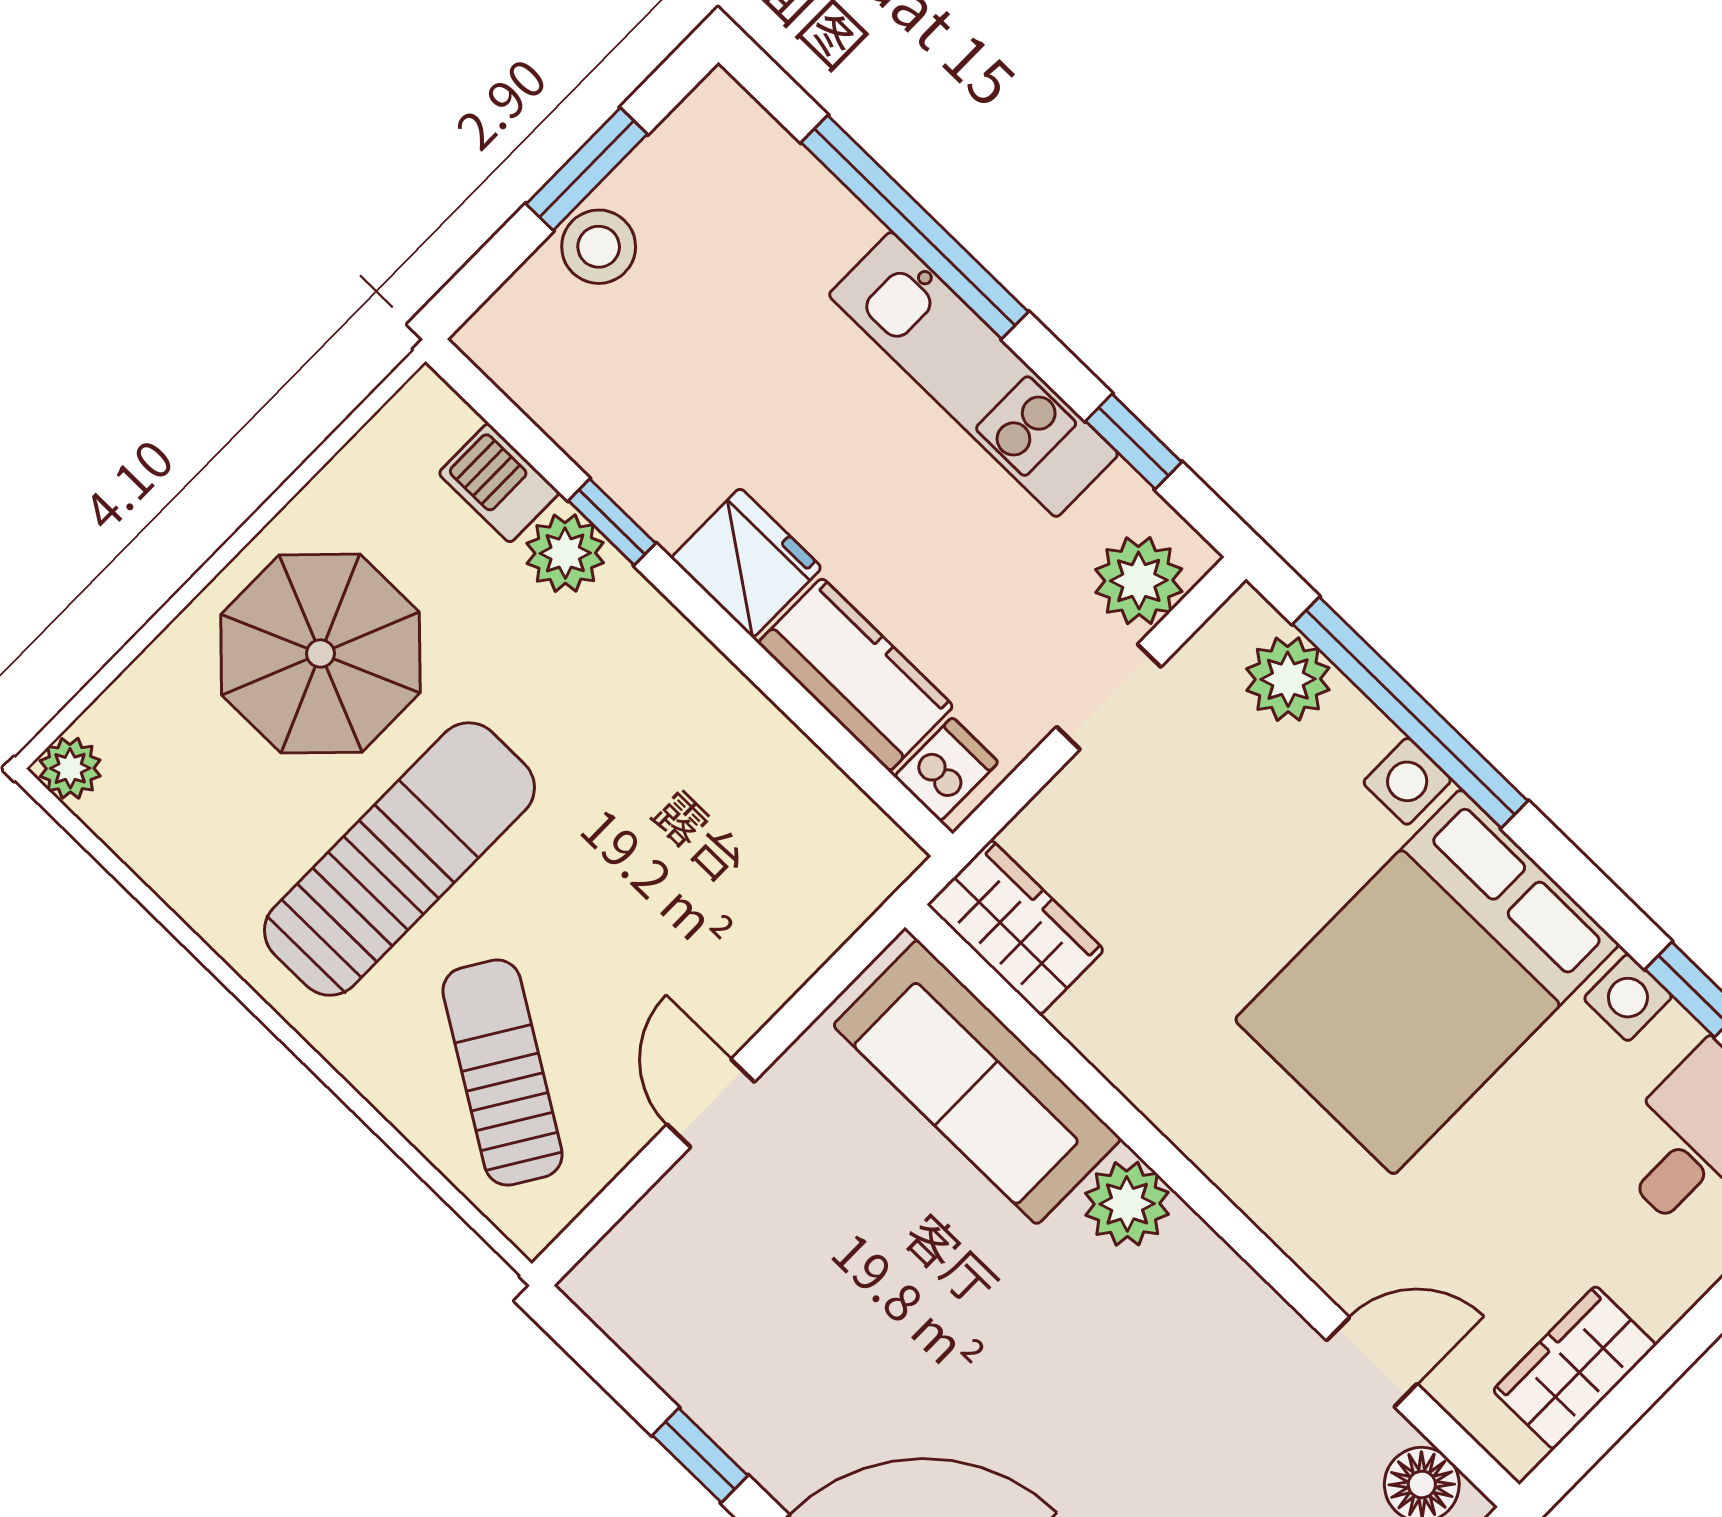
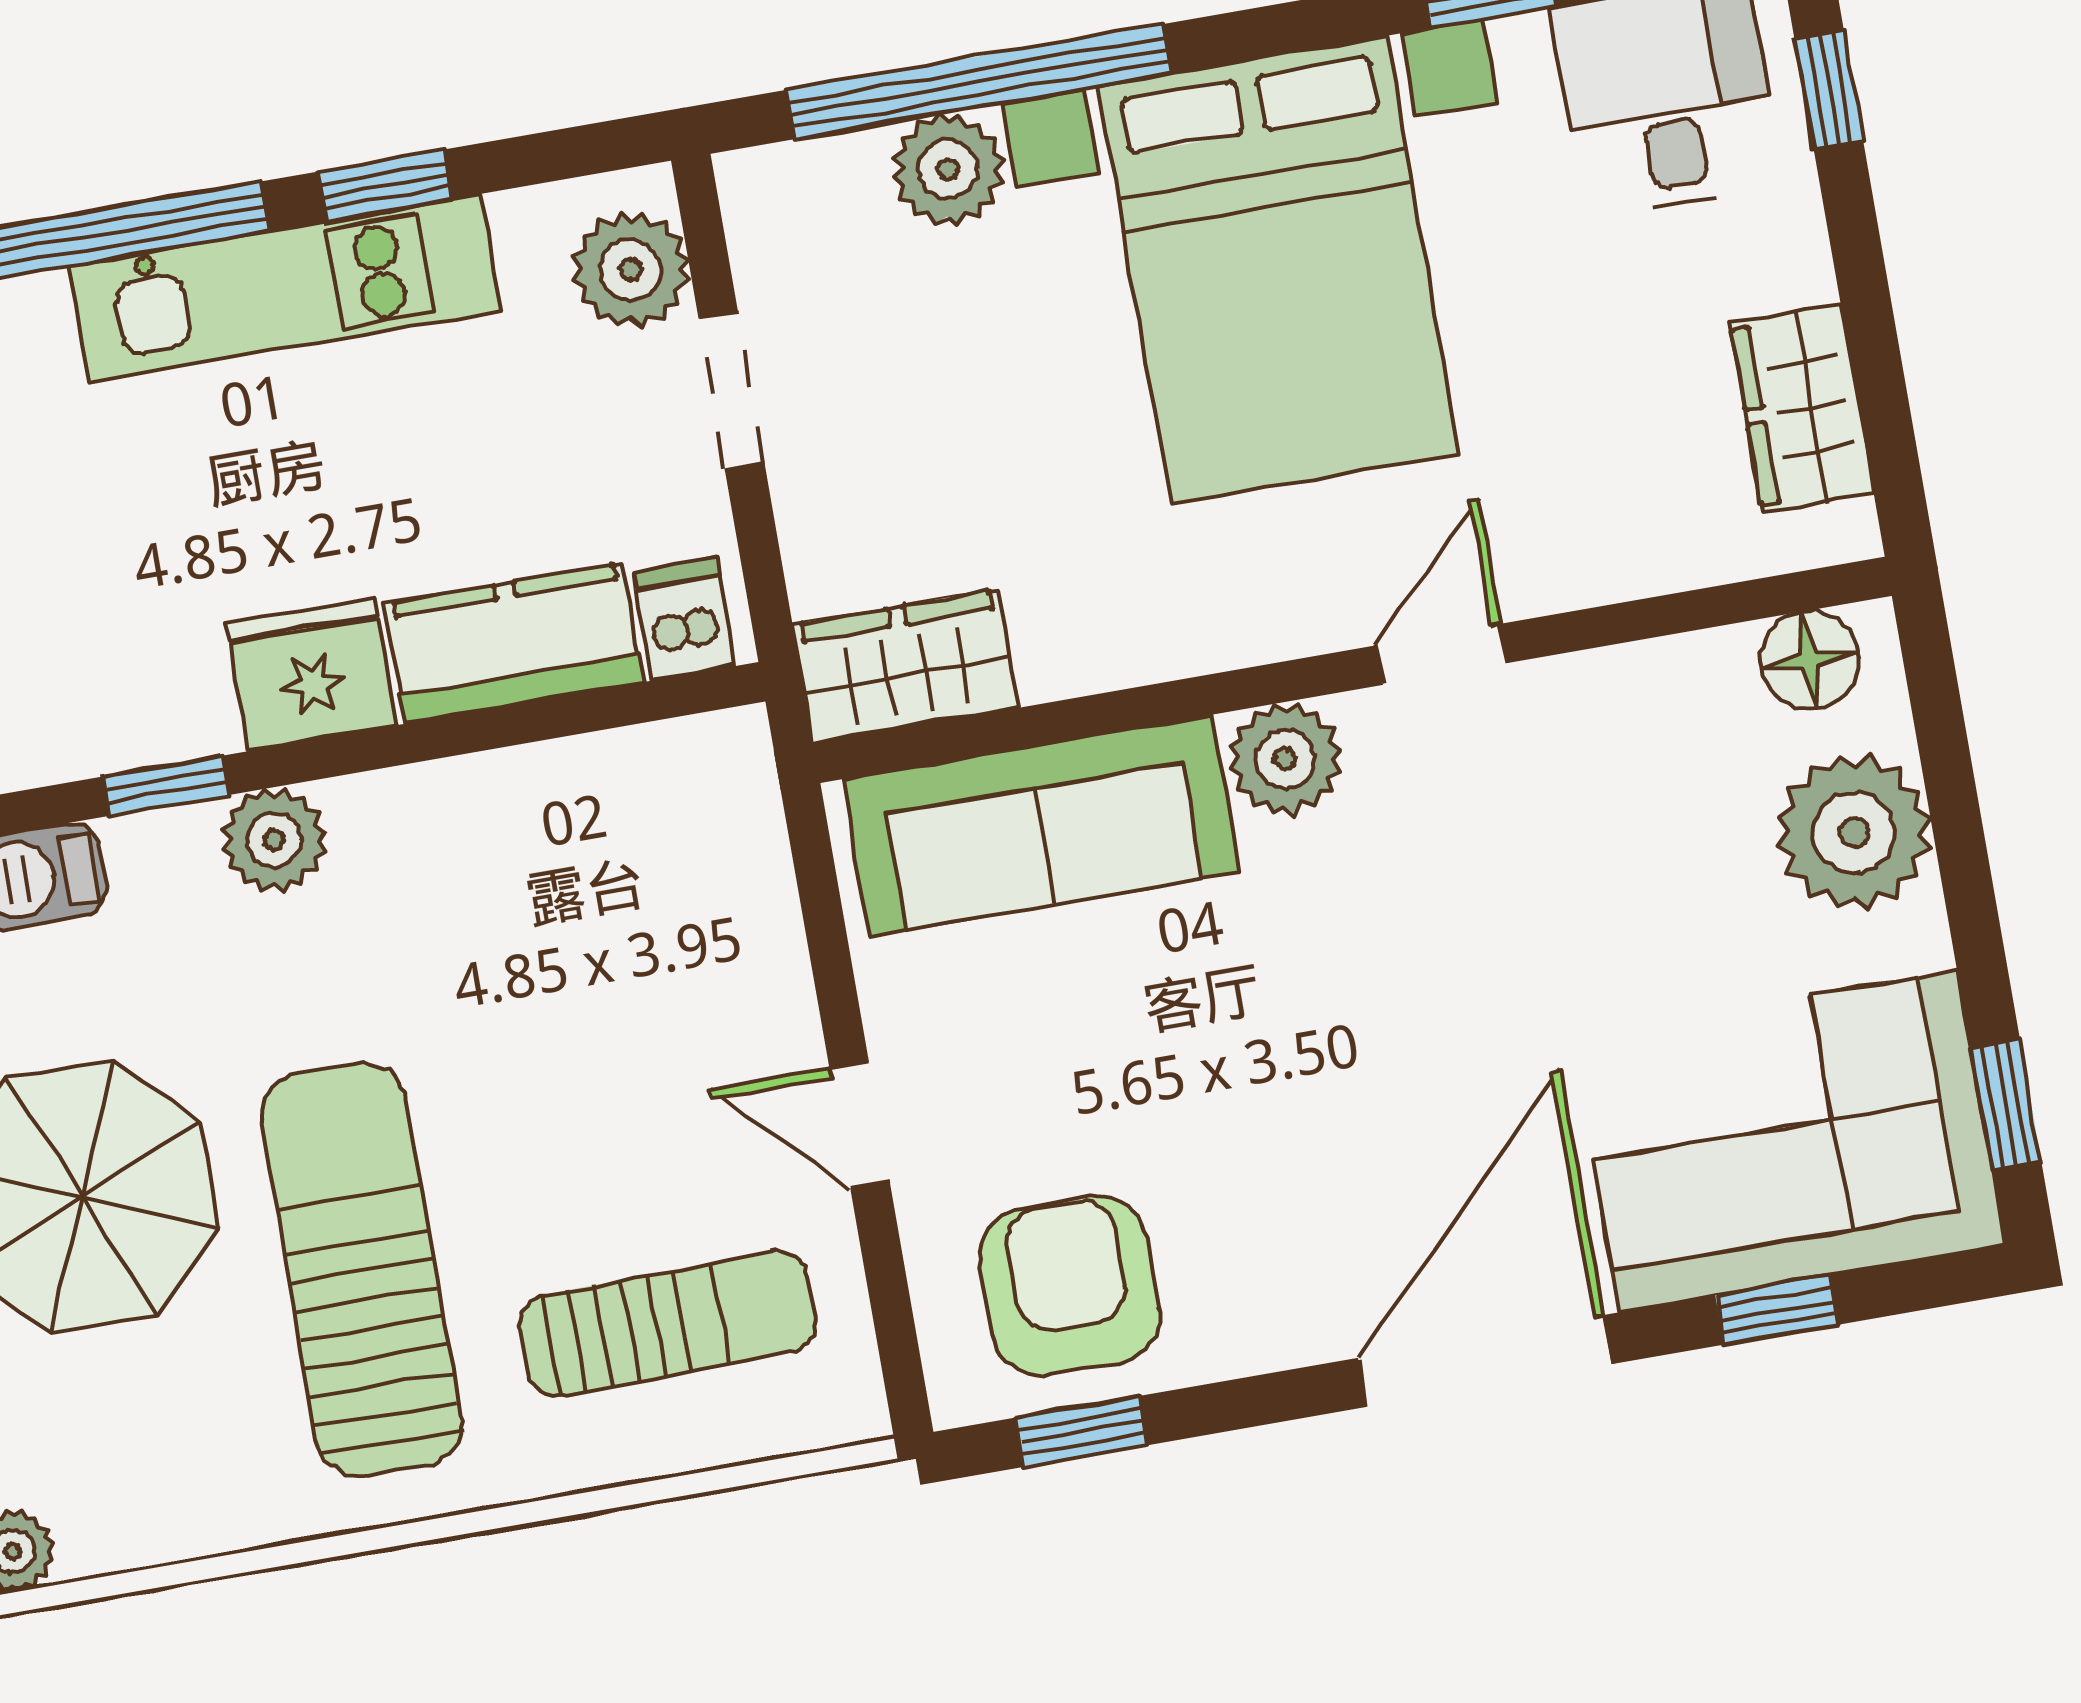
window: (1134, 442) -> (385, 185), moved
plant: (565, 553) -> (274, 840), moved
plant: (1288, 679) -> (948, 169), moved
sun lounger: (503, 1073) -> (668, 1324), turned 147
armchair: (705, 1305) -> (1070, 1286), added
door: (1372, 1362) -> (1441, 654), moved
window: (700, 1455) -> (1082, 1431), moved

